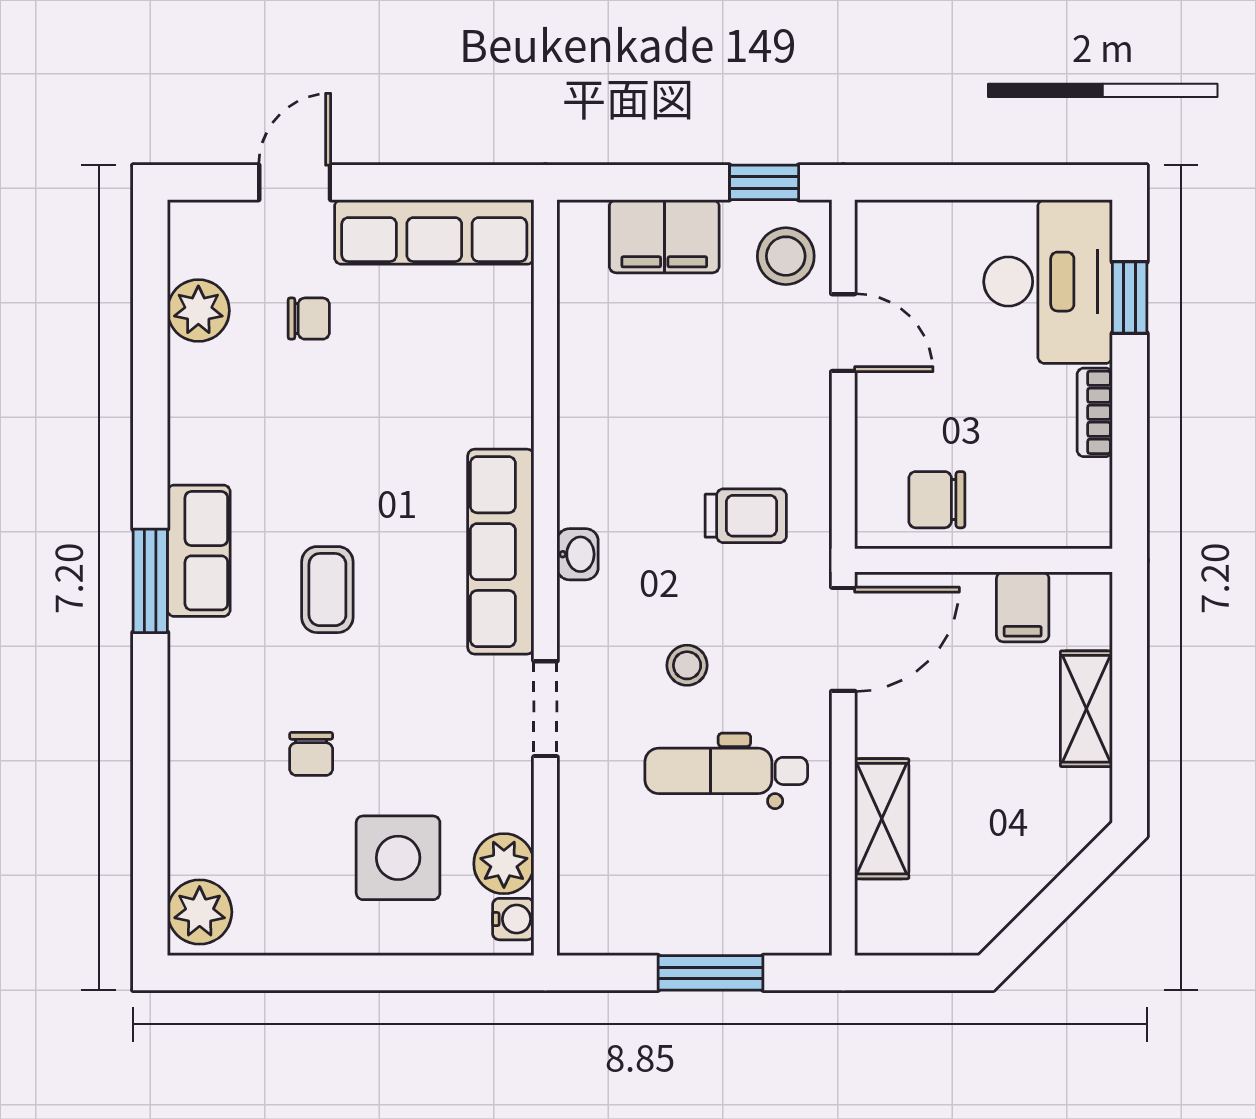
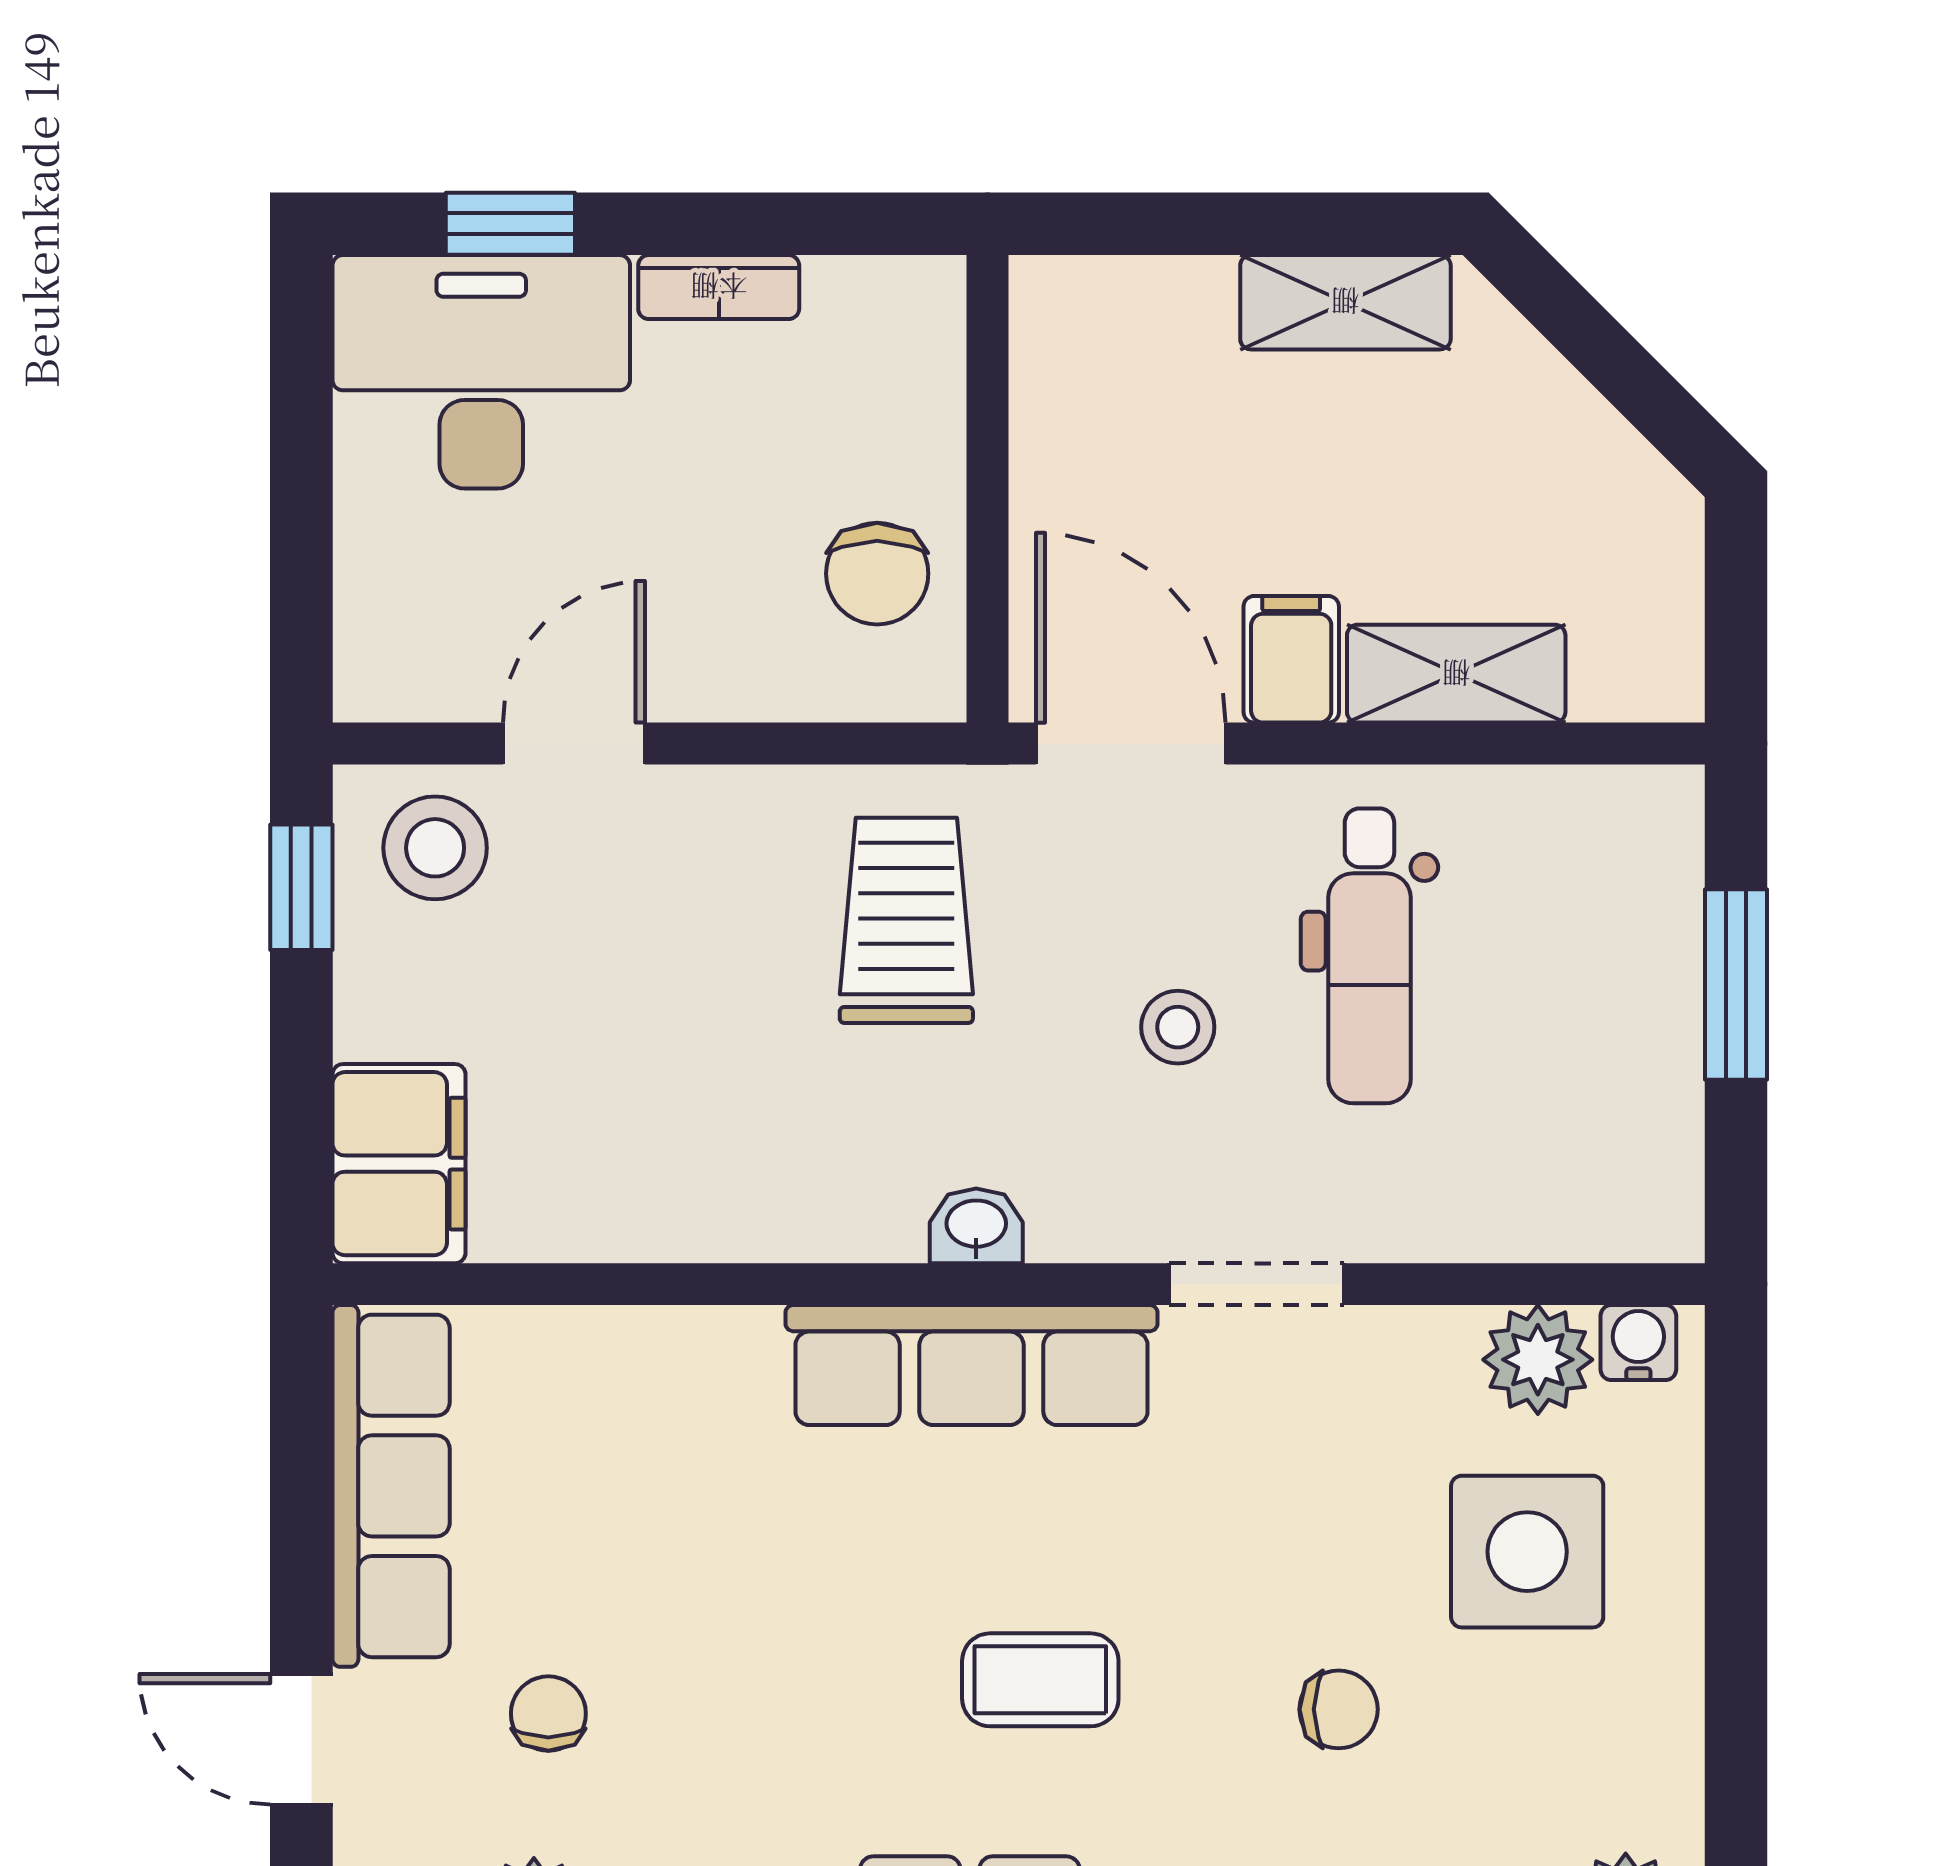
filing cabinet: (664, 236) -> (399, 1164), moved
trolley: (746, 516) -> (906, 920), width x1.36, depth x1.39
filing cabinet: (1023, 607) -> (1291, 659), moved, turned -90
shelving: (1086, 709) -> (1345, 302), moved

